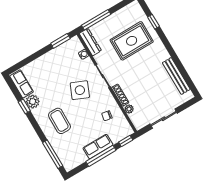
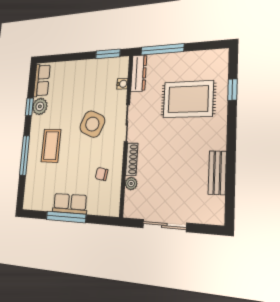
bench: (176, 76) -> (217, 173), width x0.73
window: (126, 141) -> (103, 220), removed
window: (53, 154) -> (25, 155), moved

